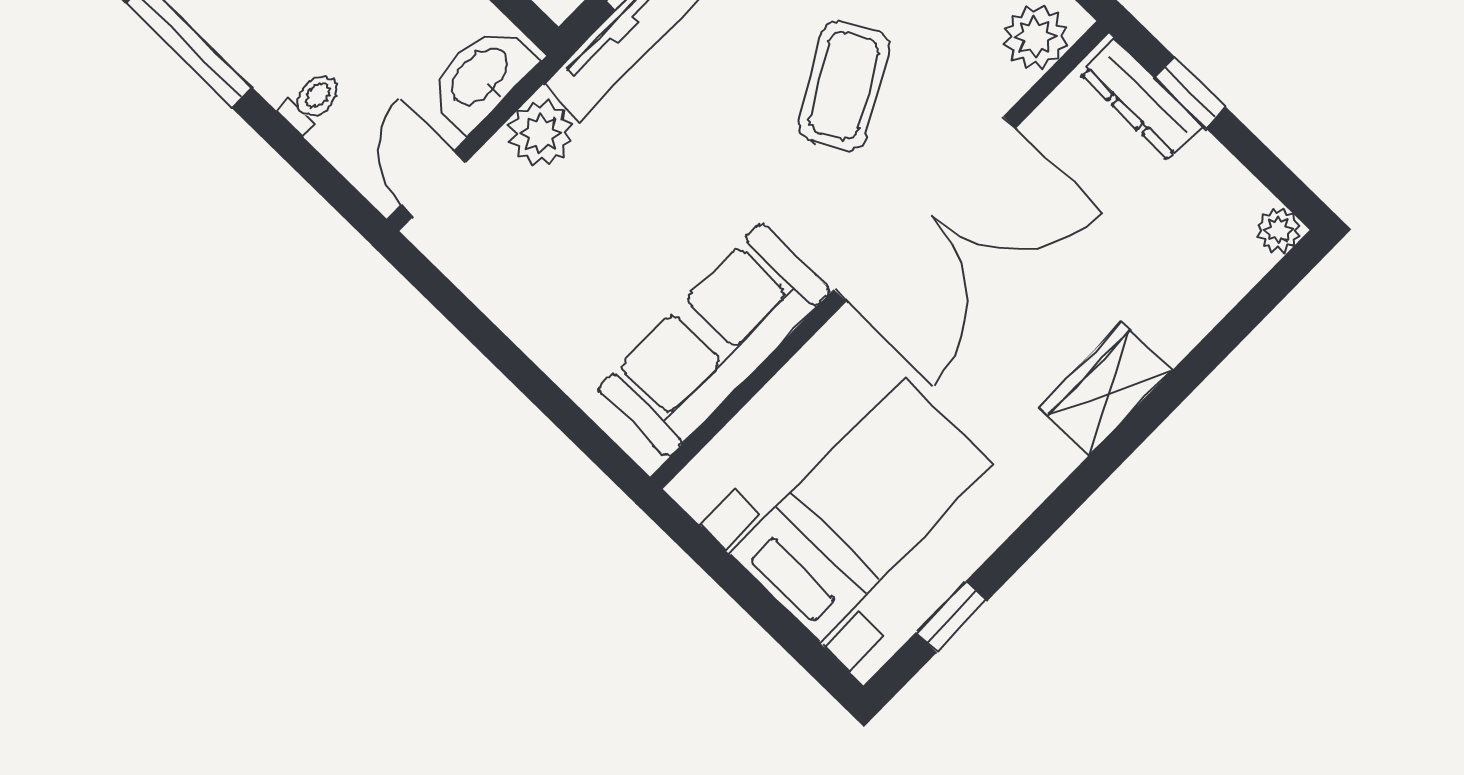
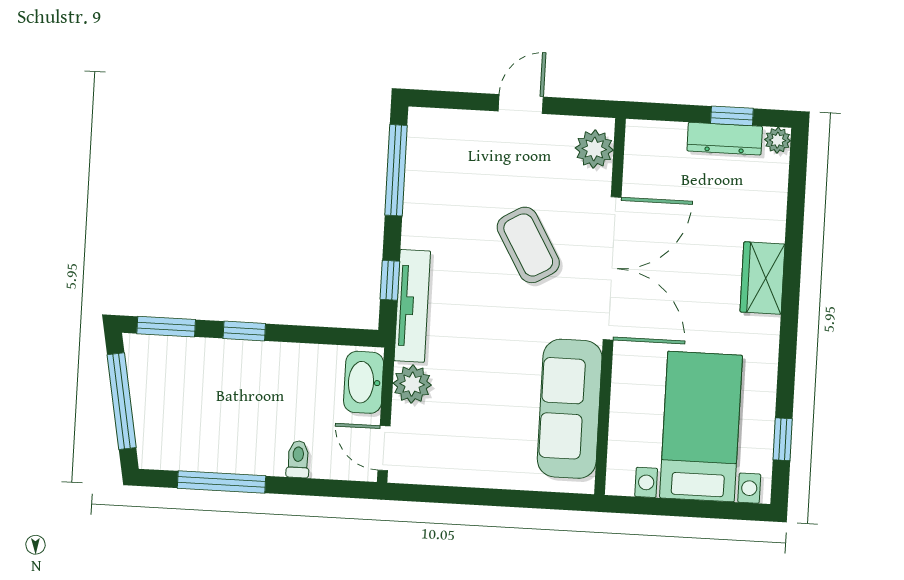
window: (1190, 92) -> (732, 116), moved
dresser: (1142, 100) -> (725, 139), moved

